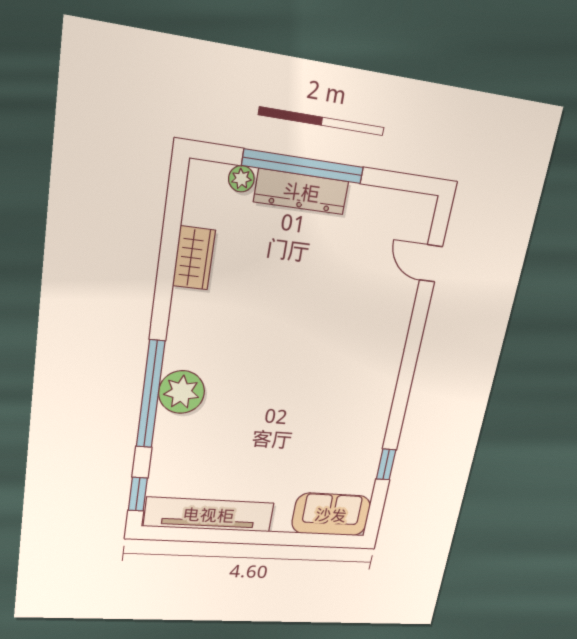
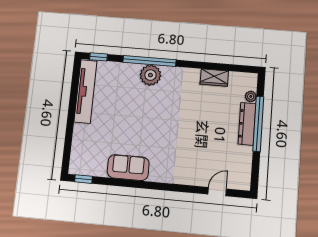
window: (386, 464) -> (83, 179), moved
sofa: (331, 515) -> (128, 168), moved, turned -90

